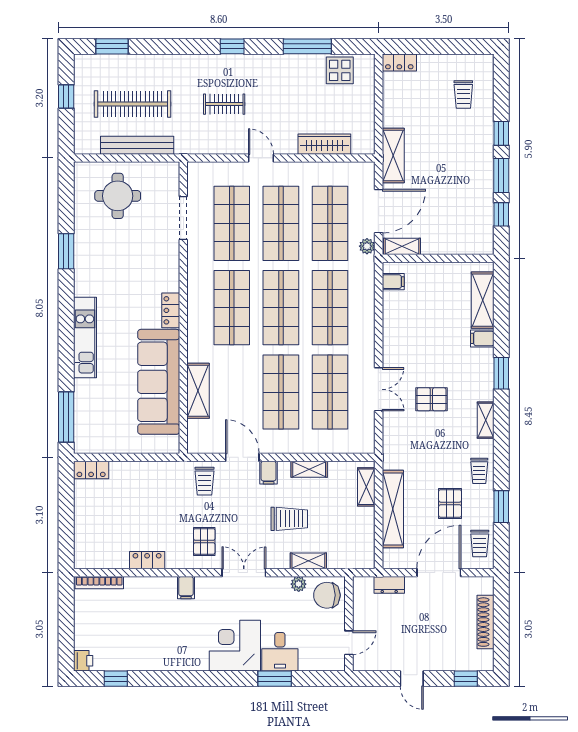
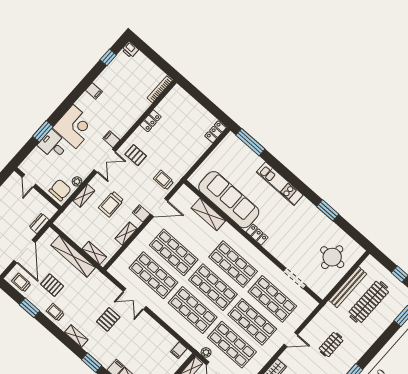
filing cabinet: (186, 588) -> (111, 139), moved
filing cabinet: (171, 660) -> (94, 91), added

